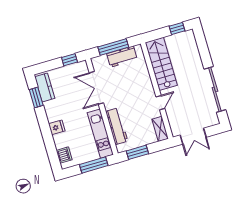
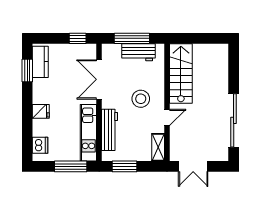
window: (177, 28) -> (211, 38), removed
stool: (135, 94) -> (141, 99), added

